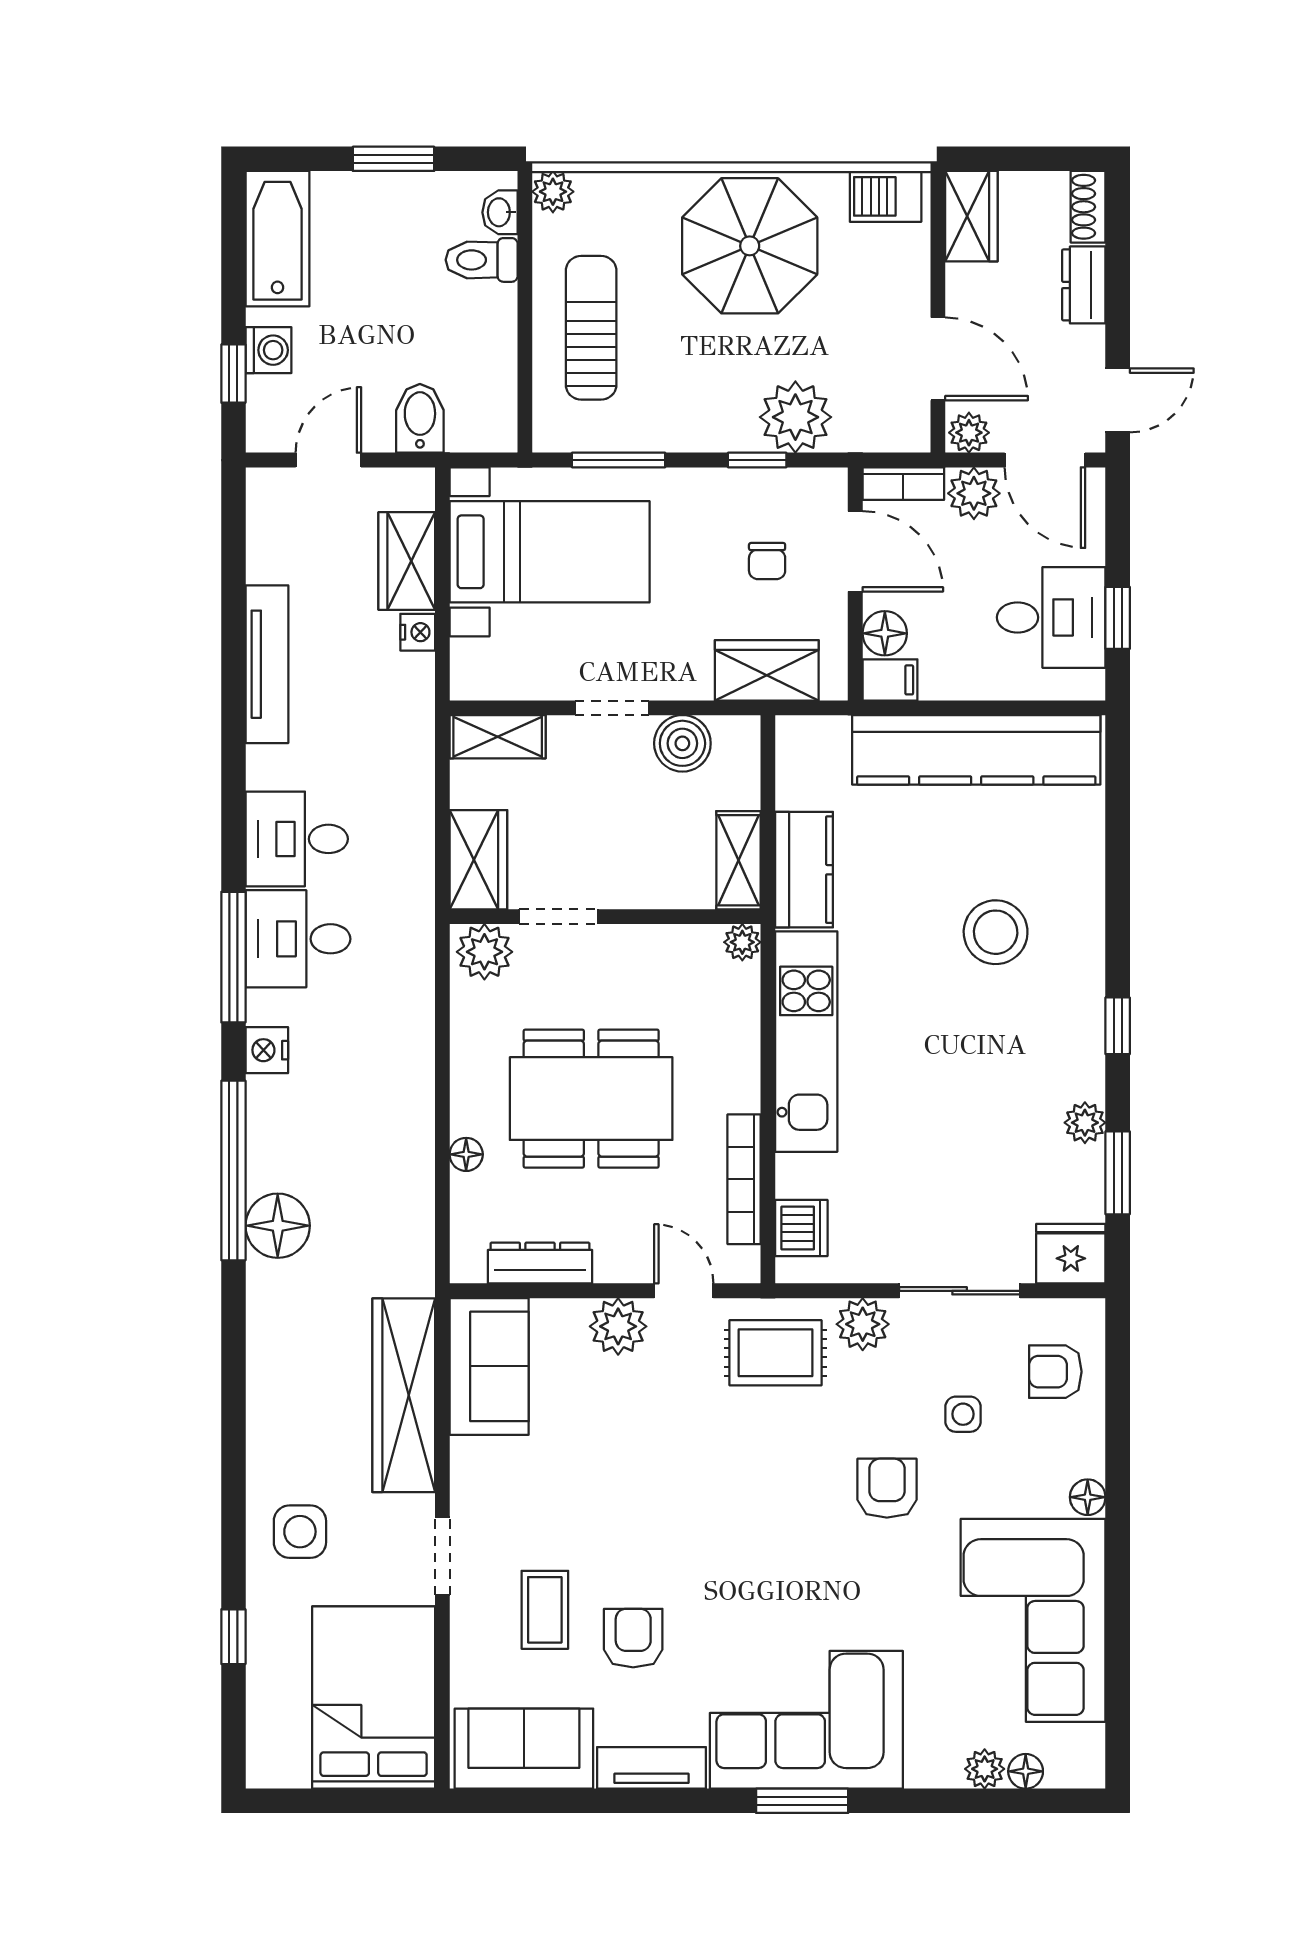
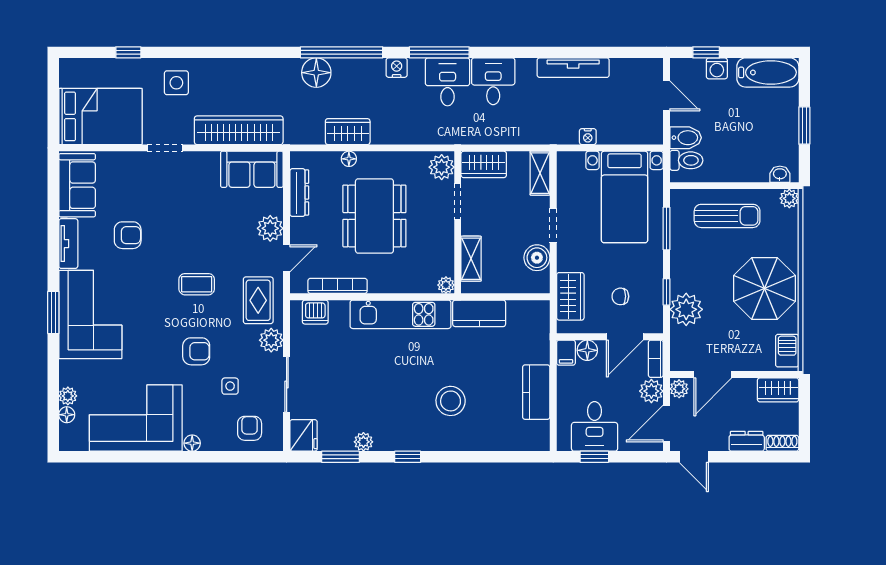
toilet: (482, 260) -> (686, 160), moved, turned 90
wardrobe: (407, 561) -> (348, 132), moved
kitchen counter: (976, 750) -> (536, 392), width x0.48, depth x0.86
shelving: (738, 860) -> (471, 259), moved, turned 90
coffee table: (545, 1610) -> (197, 284), moved

